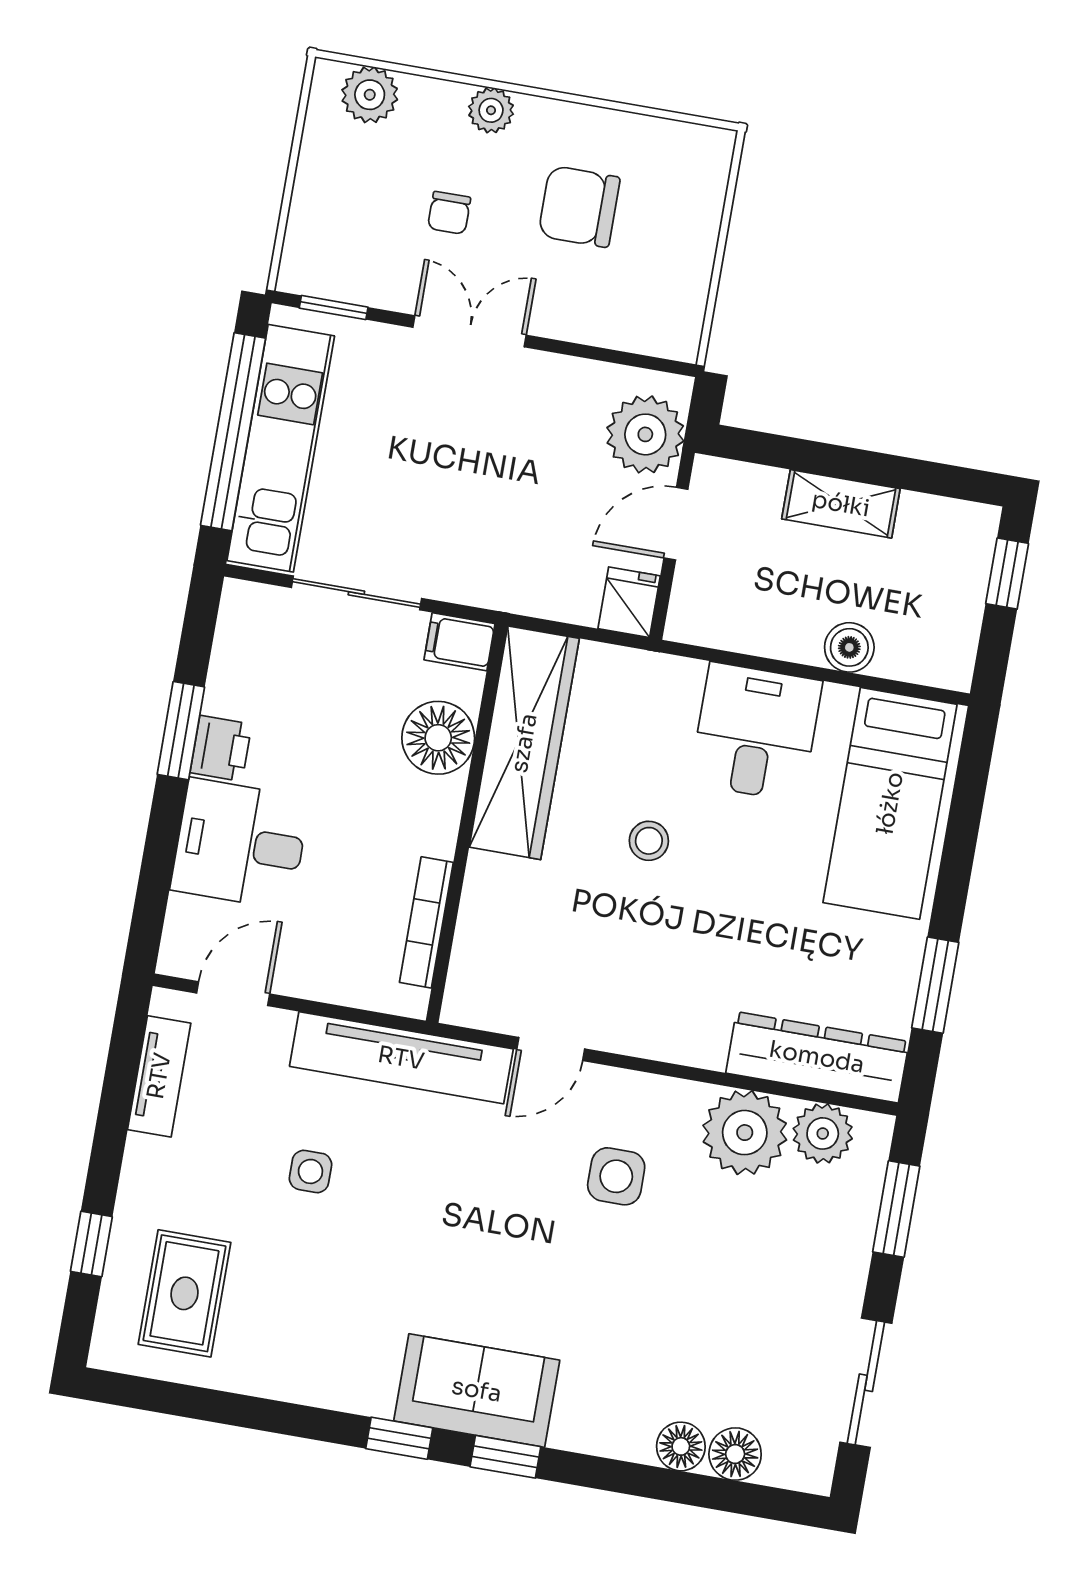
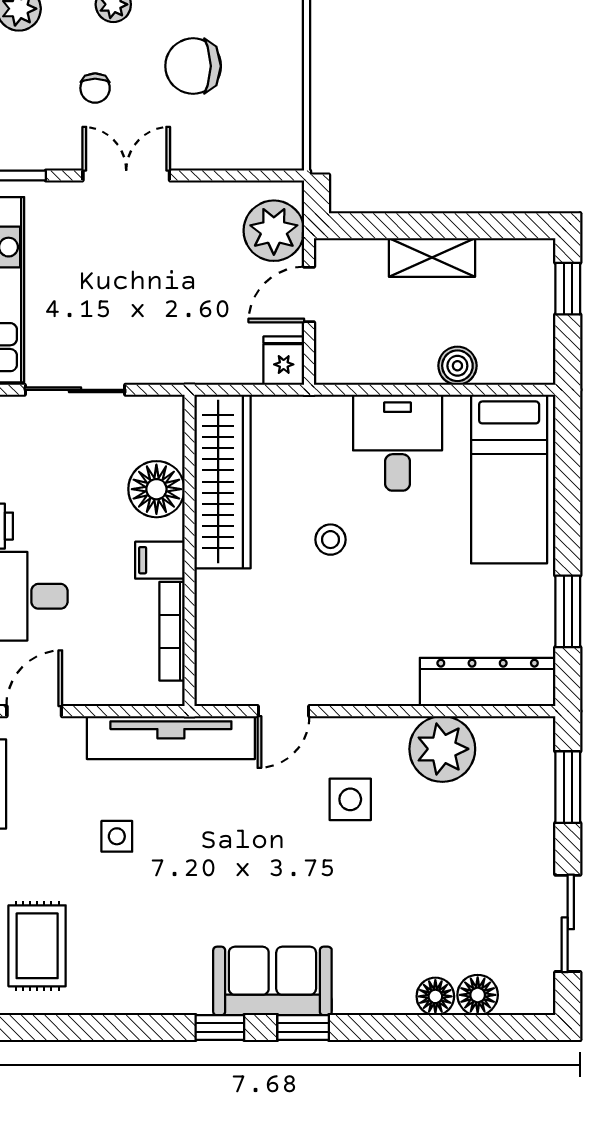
filing cabinet: (459, 642) -> (160, 560), moved
plant: (823, 1133) -> (502, 739), removed

